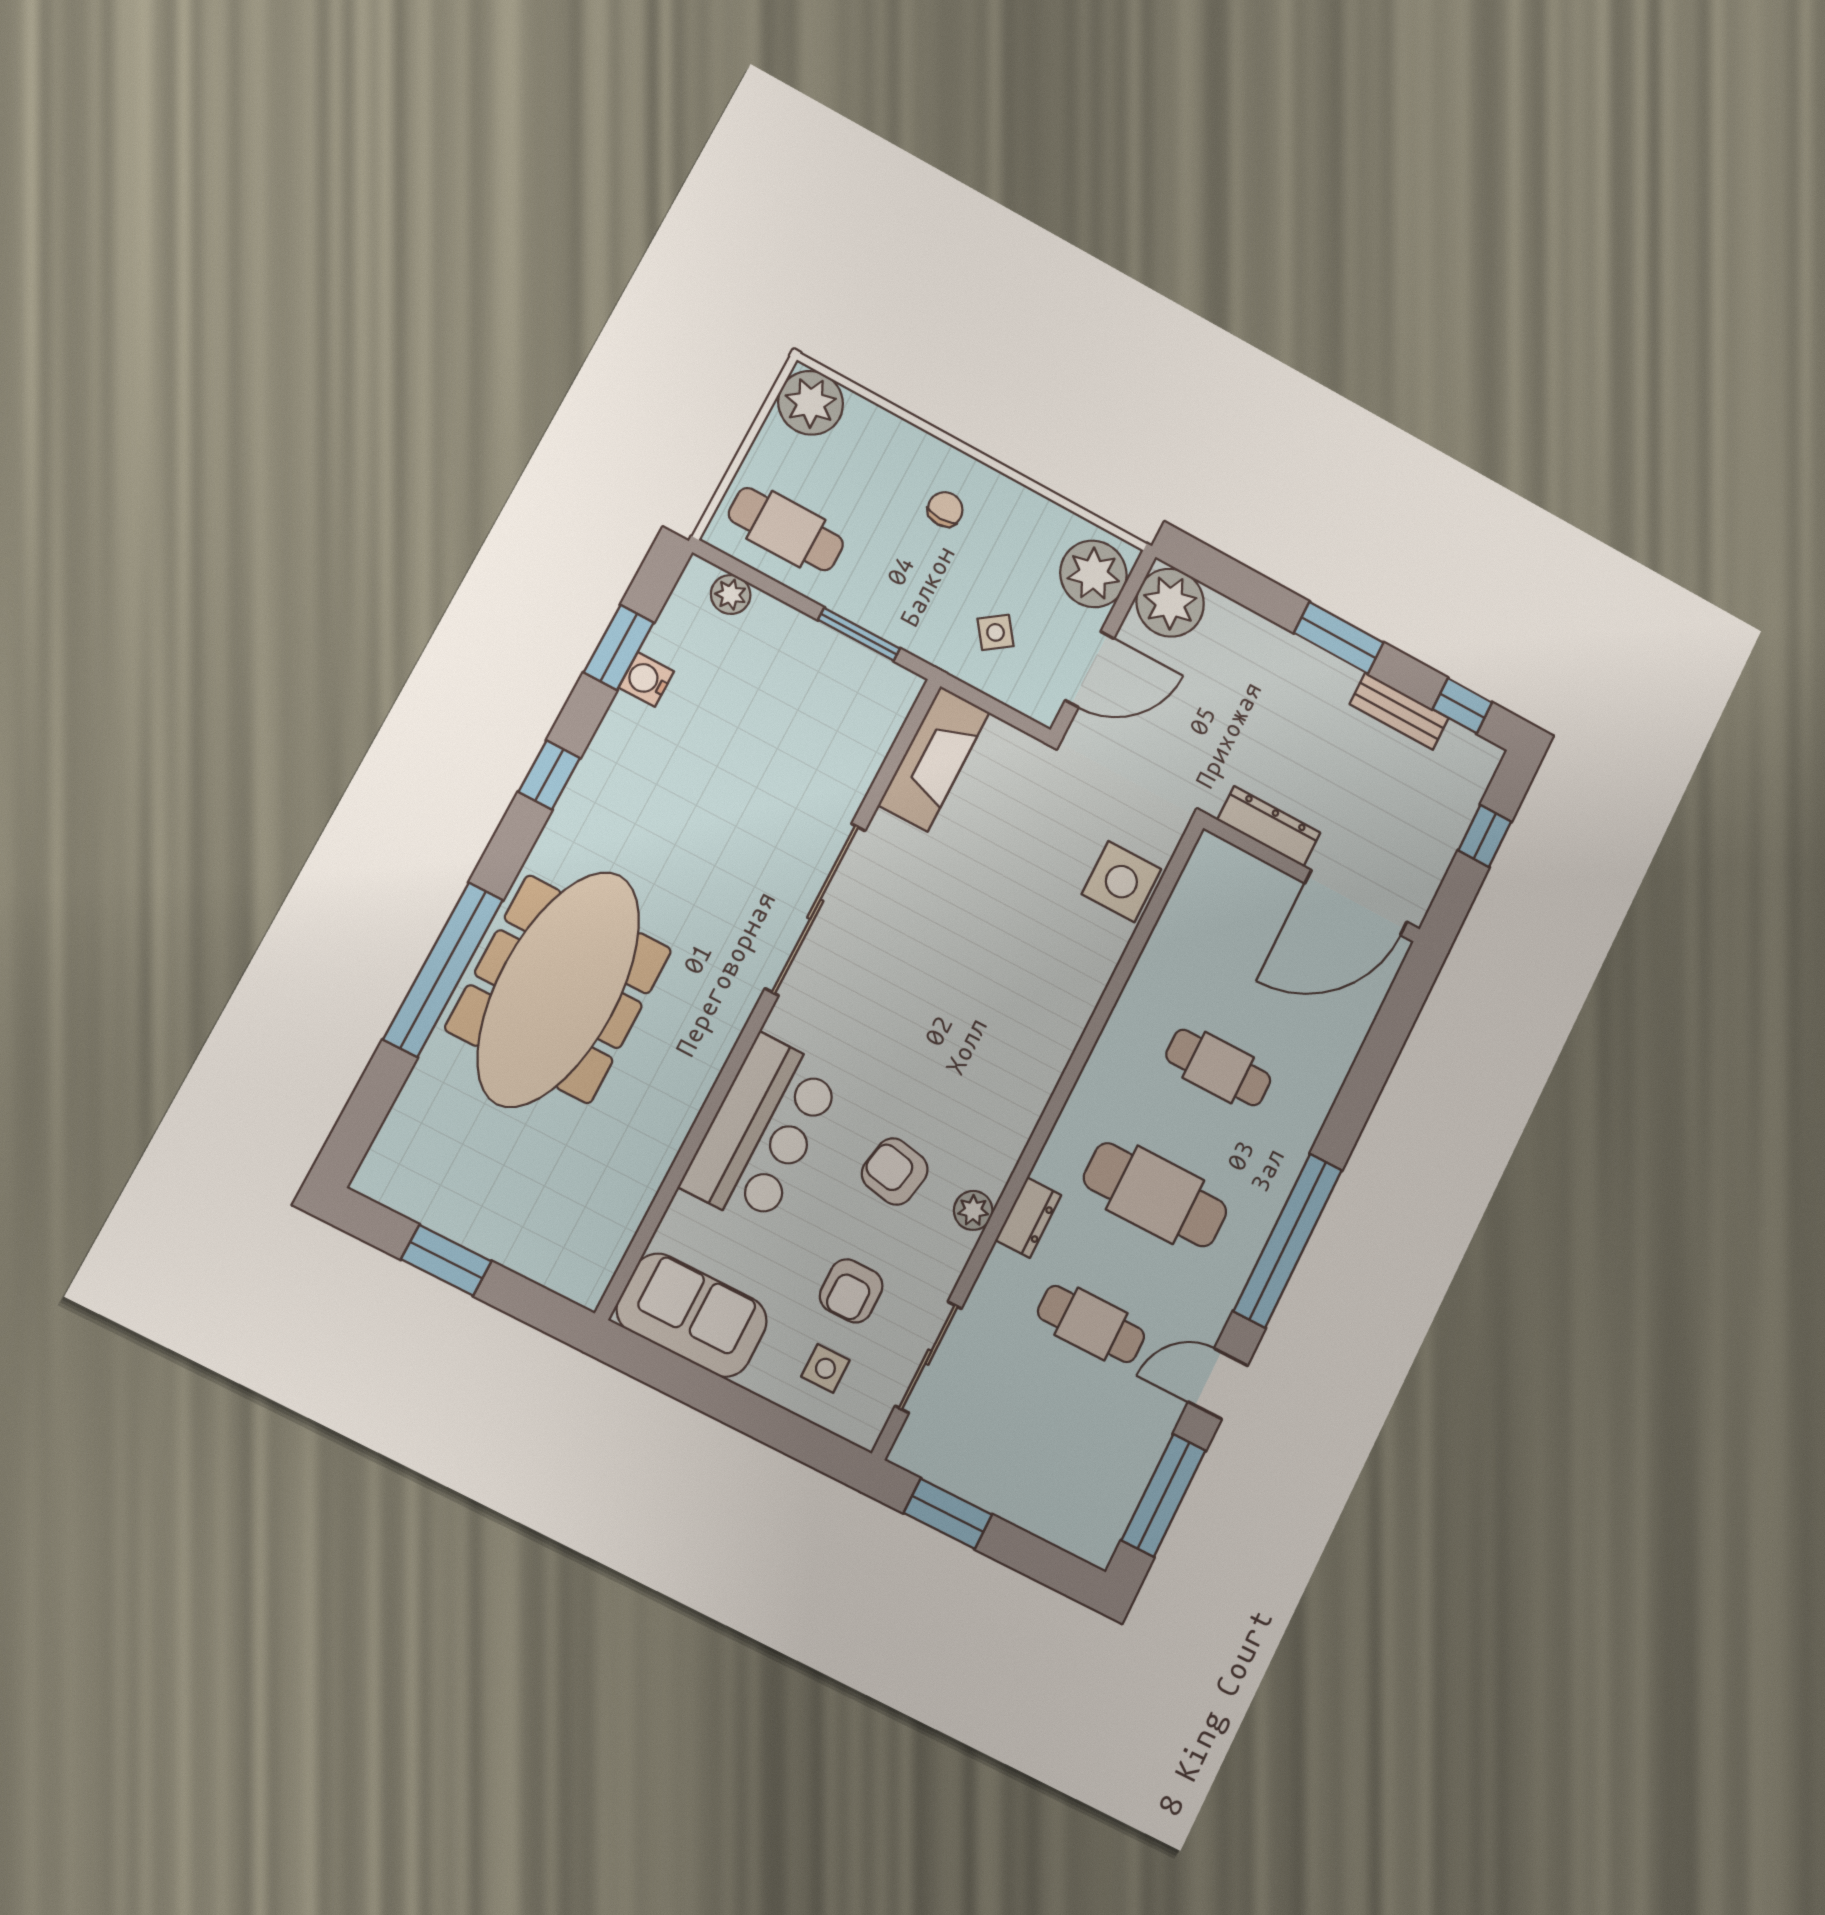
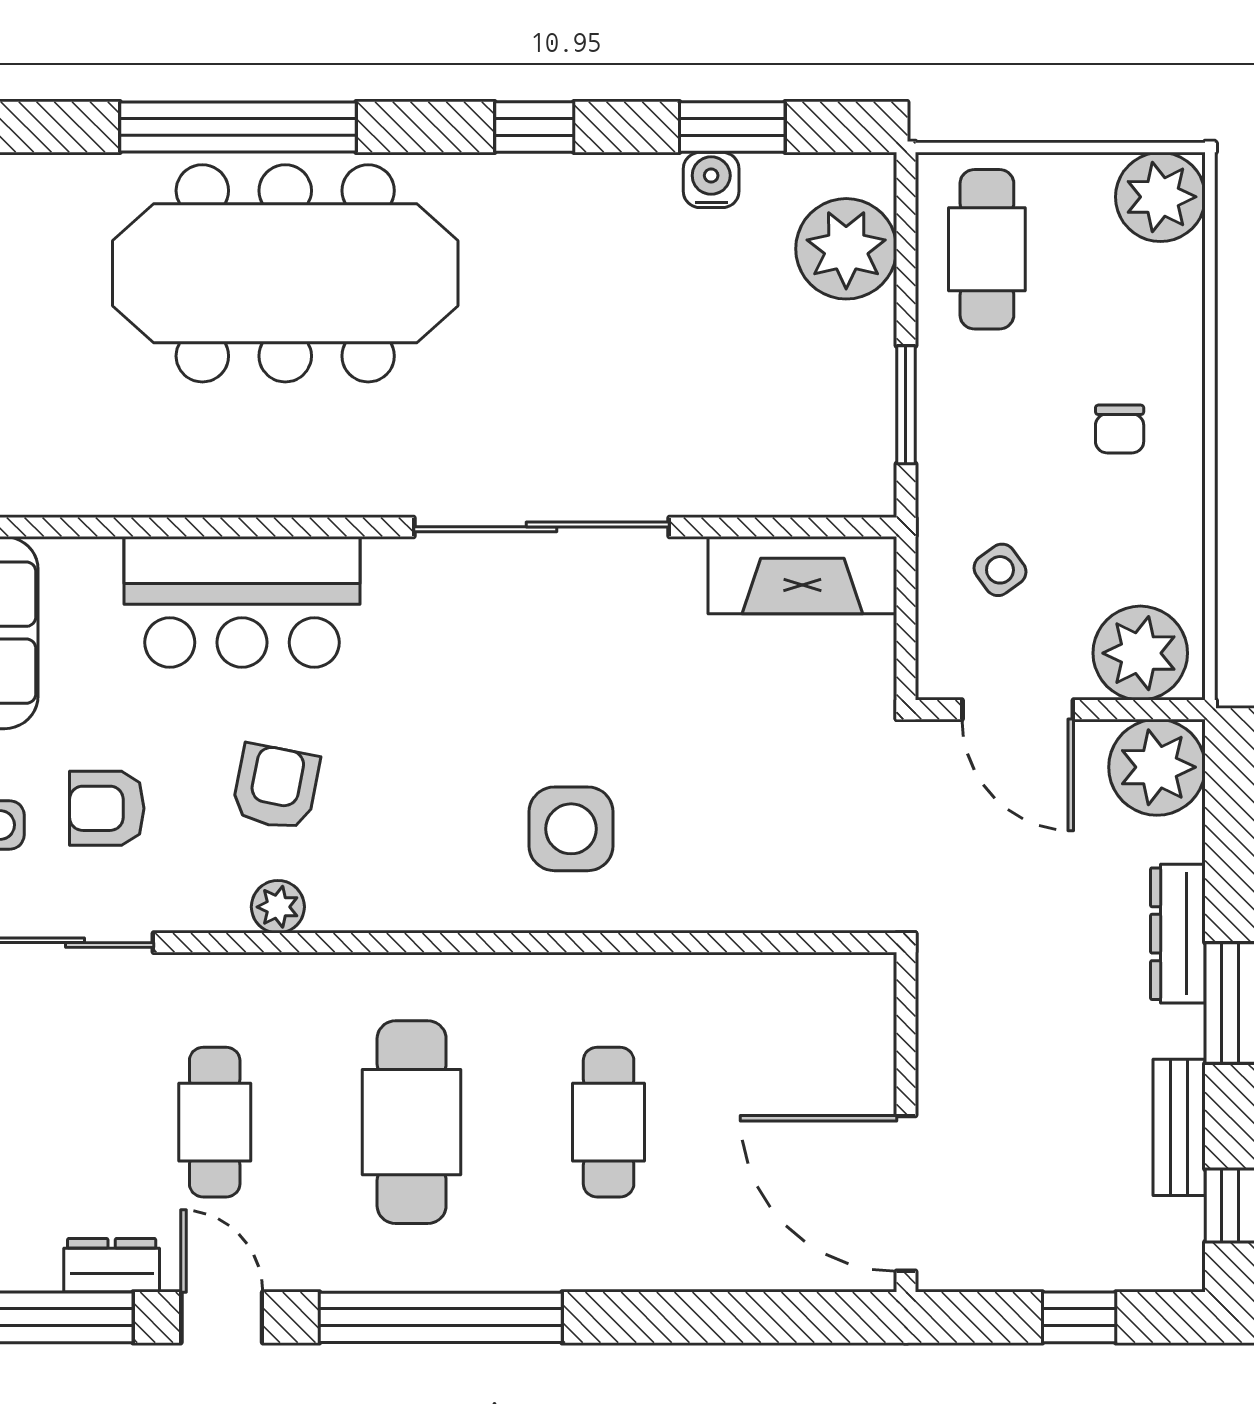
chair: (945, 509) -> (1120, 429), turned 90
plant: (731, 595) -> (846, 249), width x1.87, depth x1.87
dresser: (1269, 826) -> (1178, 934), moved, turned 180
side table: (1121, 882) -> (571, 829), moved
dresser: (1028, 1218) -> (112, 1265), moved, turned 180

